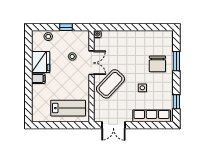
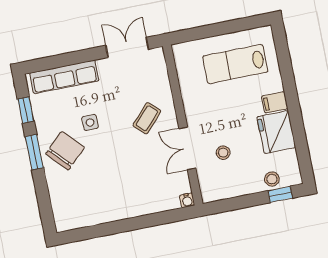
window: (66, 27) -> (280, 194), moved
window: (176, 61) -> (34, 152), moved
chair: (157, 64) -> (65, 151), moved, turned 47
coffee table: (110, 84) -> (147, 118), width x0.54, depth x0.58
lab bench: (68, 108) -> (235, 64), moved

